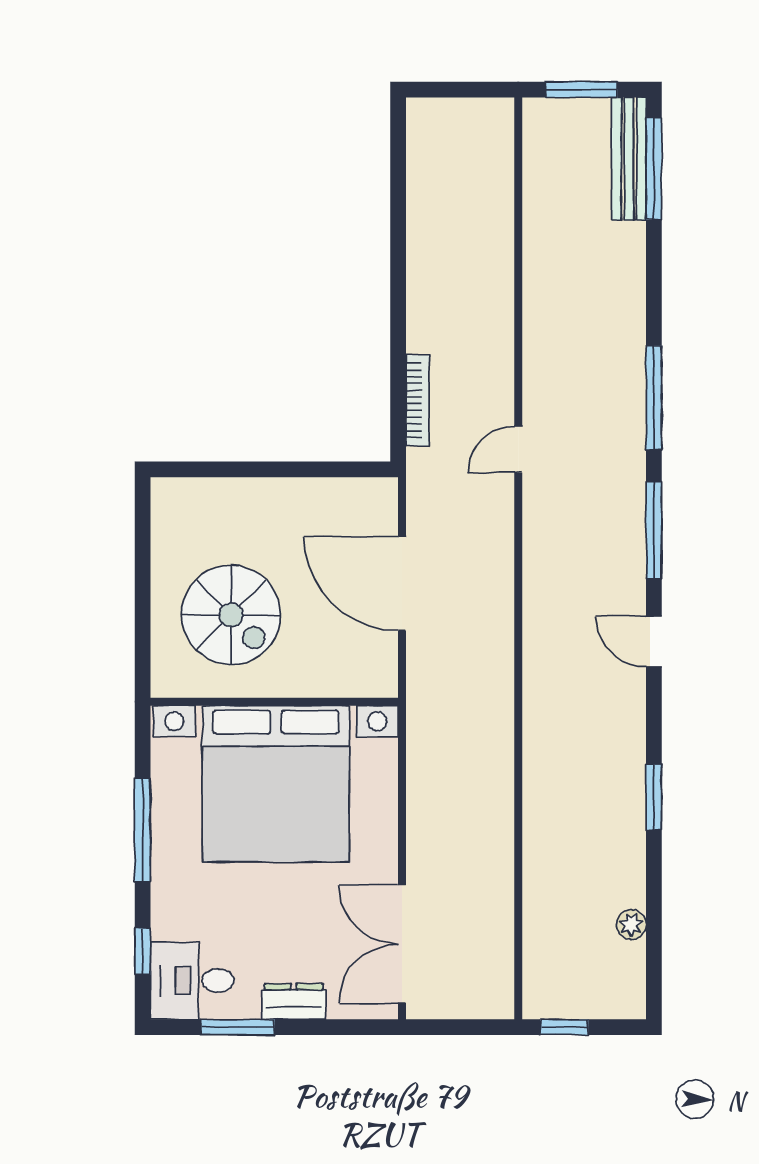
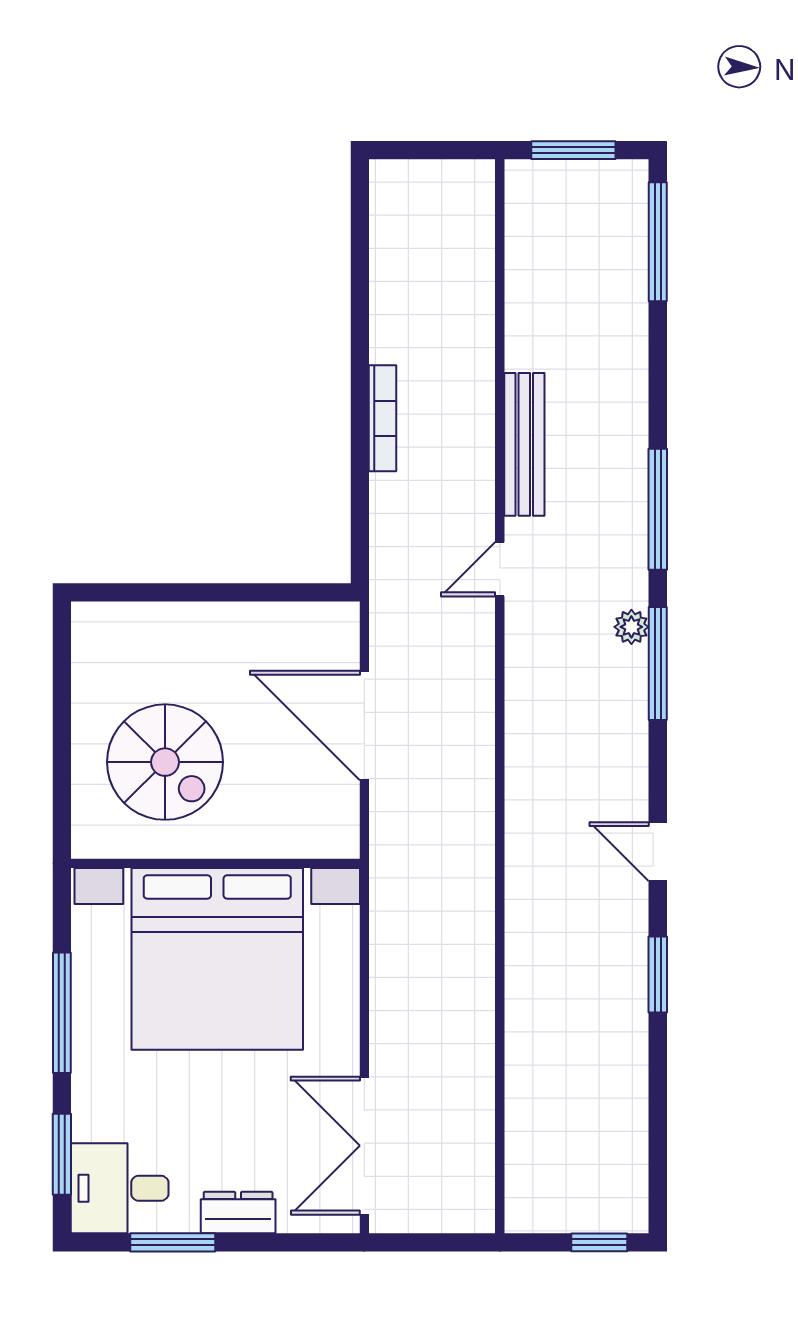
bench: (629, 159) -> (524, 444), moved
bookcase: (418, 400) -> (382, 418), moved
door: (654, 641) -> (658, 852), moved
plant: (631, 925) -> (631, 627), moved
window: (143, 951) -> (62, 1154), width x1.50
window: (564, 1027) -> (599, 1242), moved

